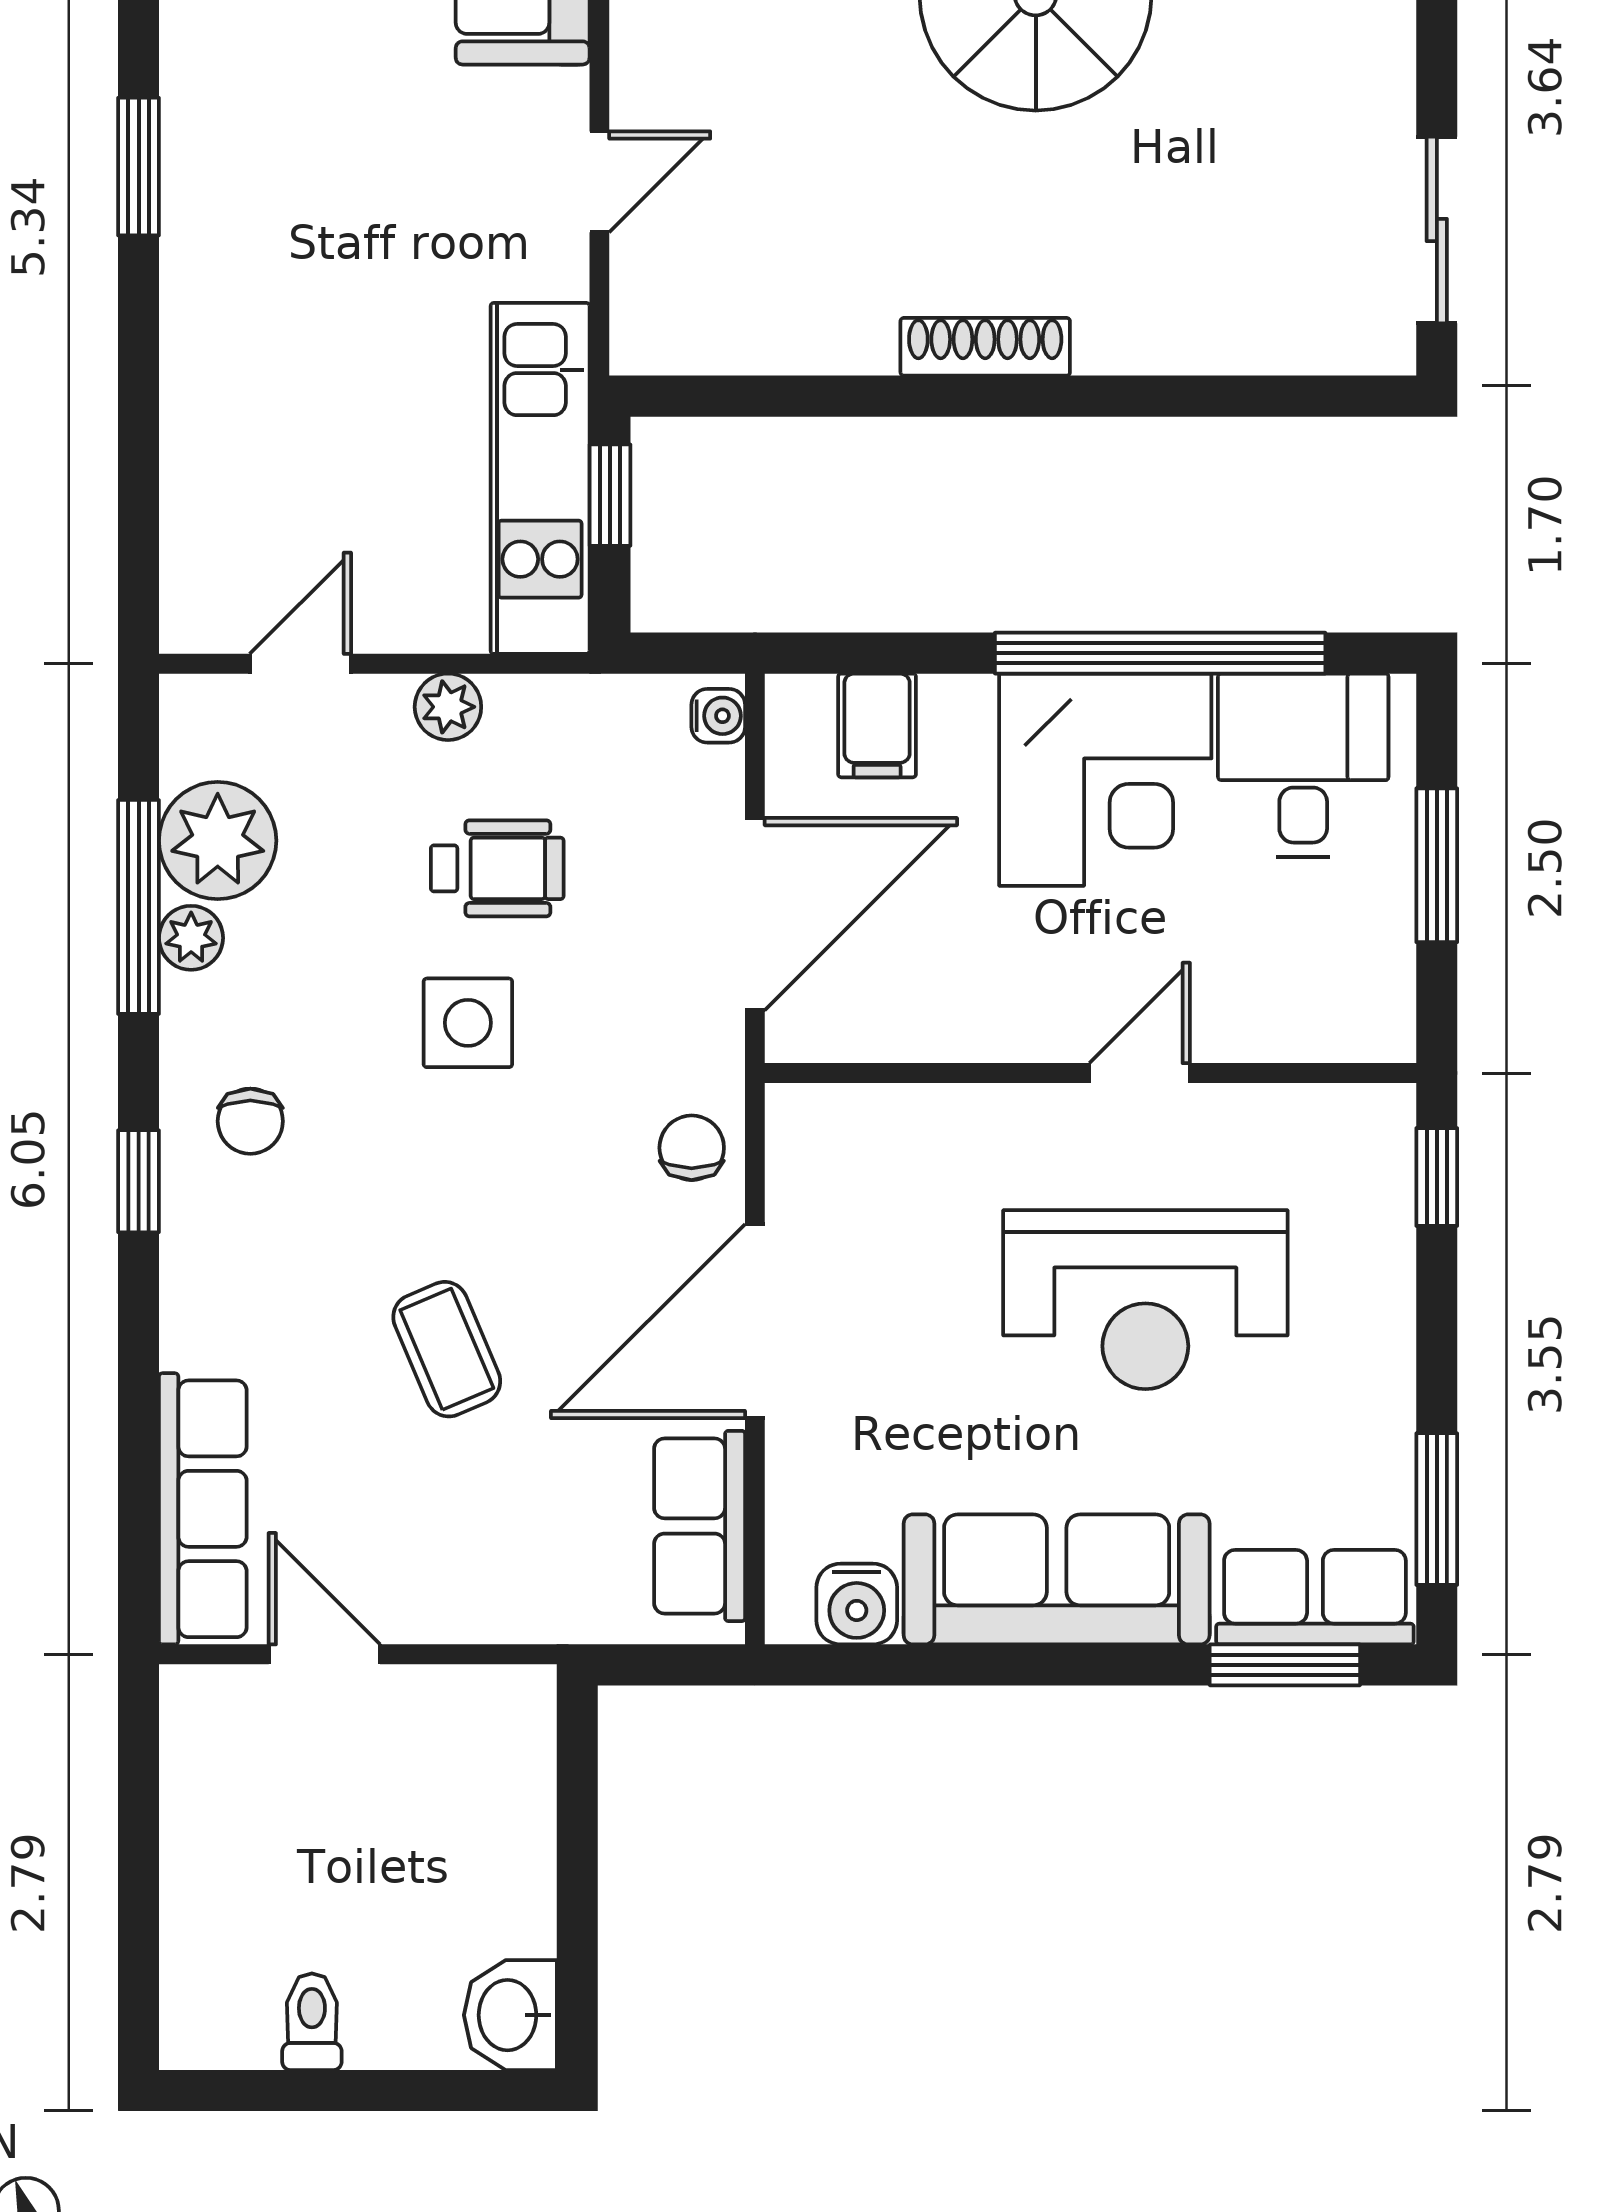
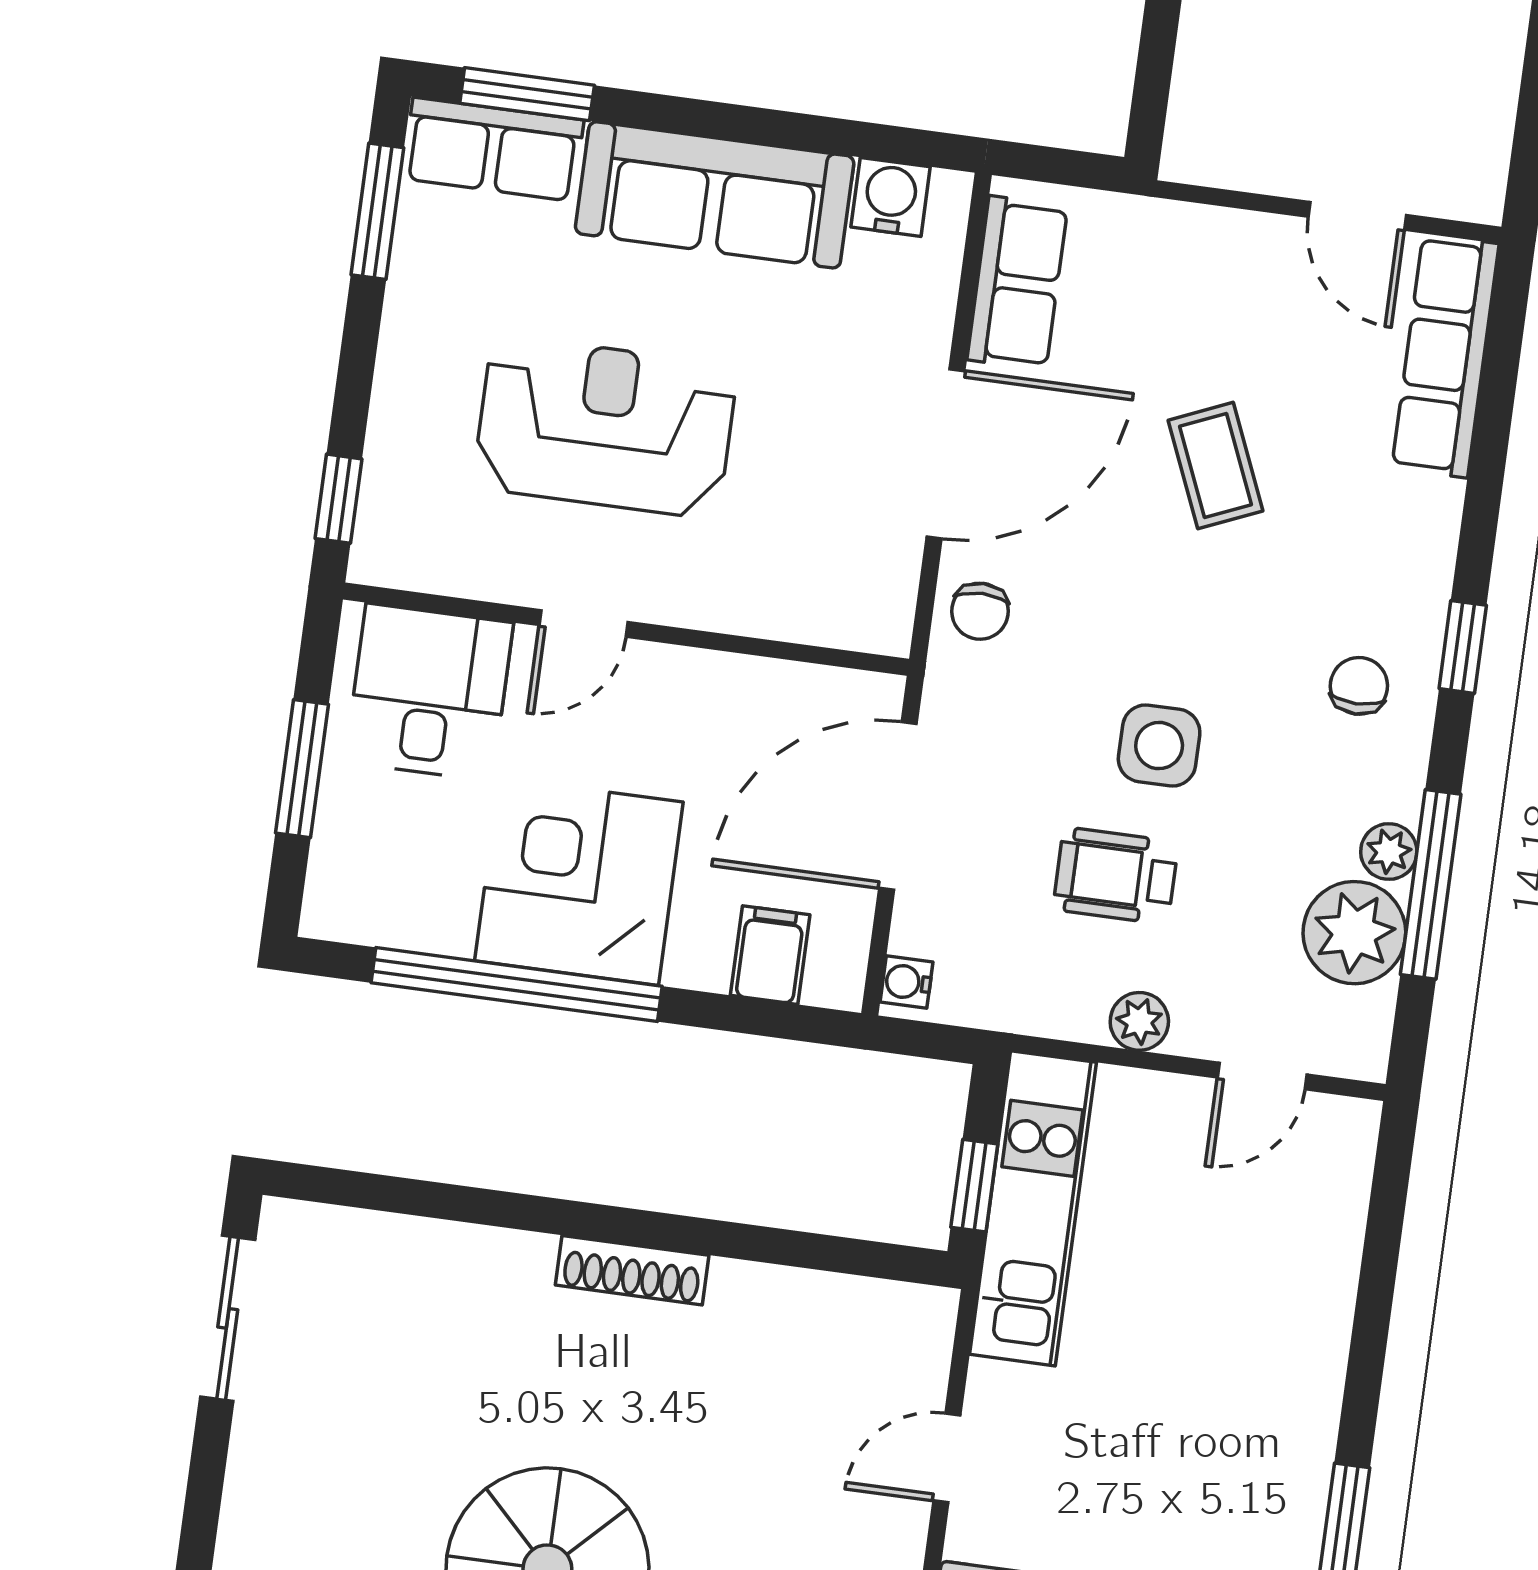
desk: (1303, 765) -> (429, 692), moved, turned 180

